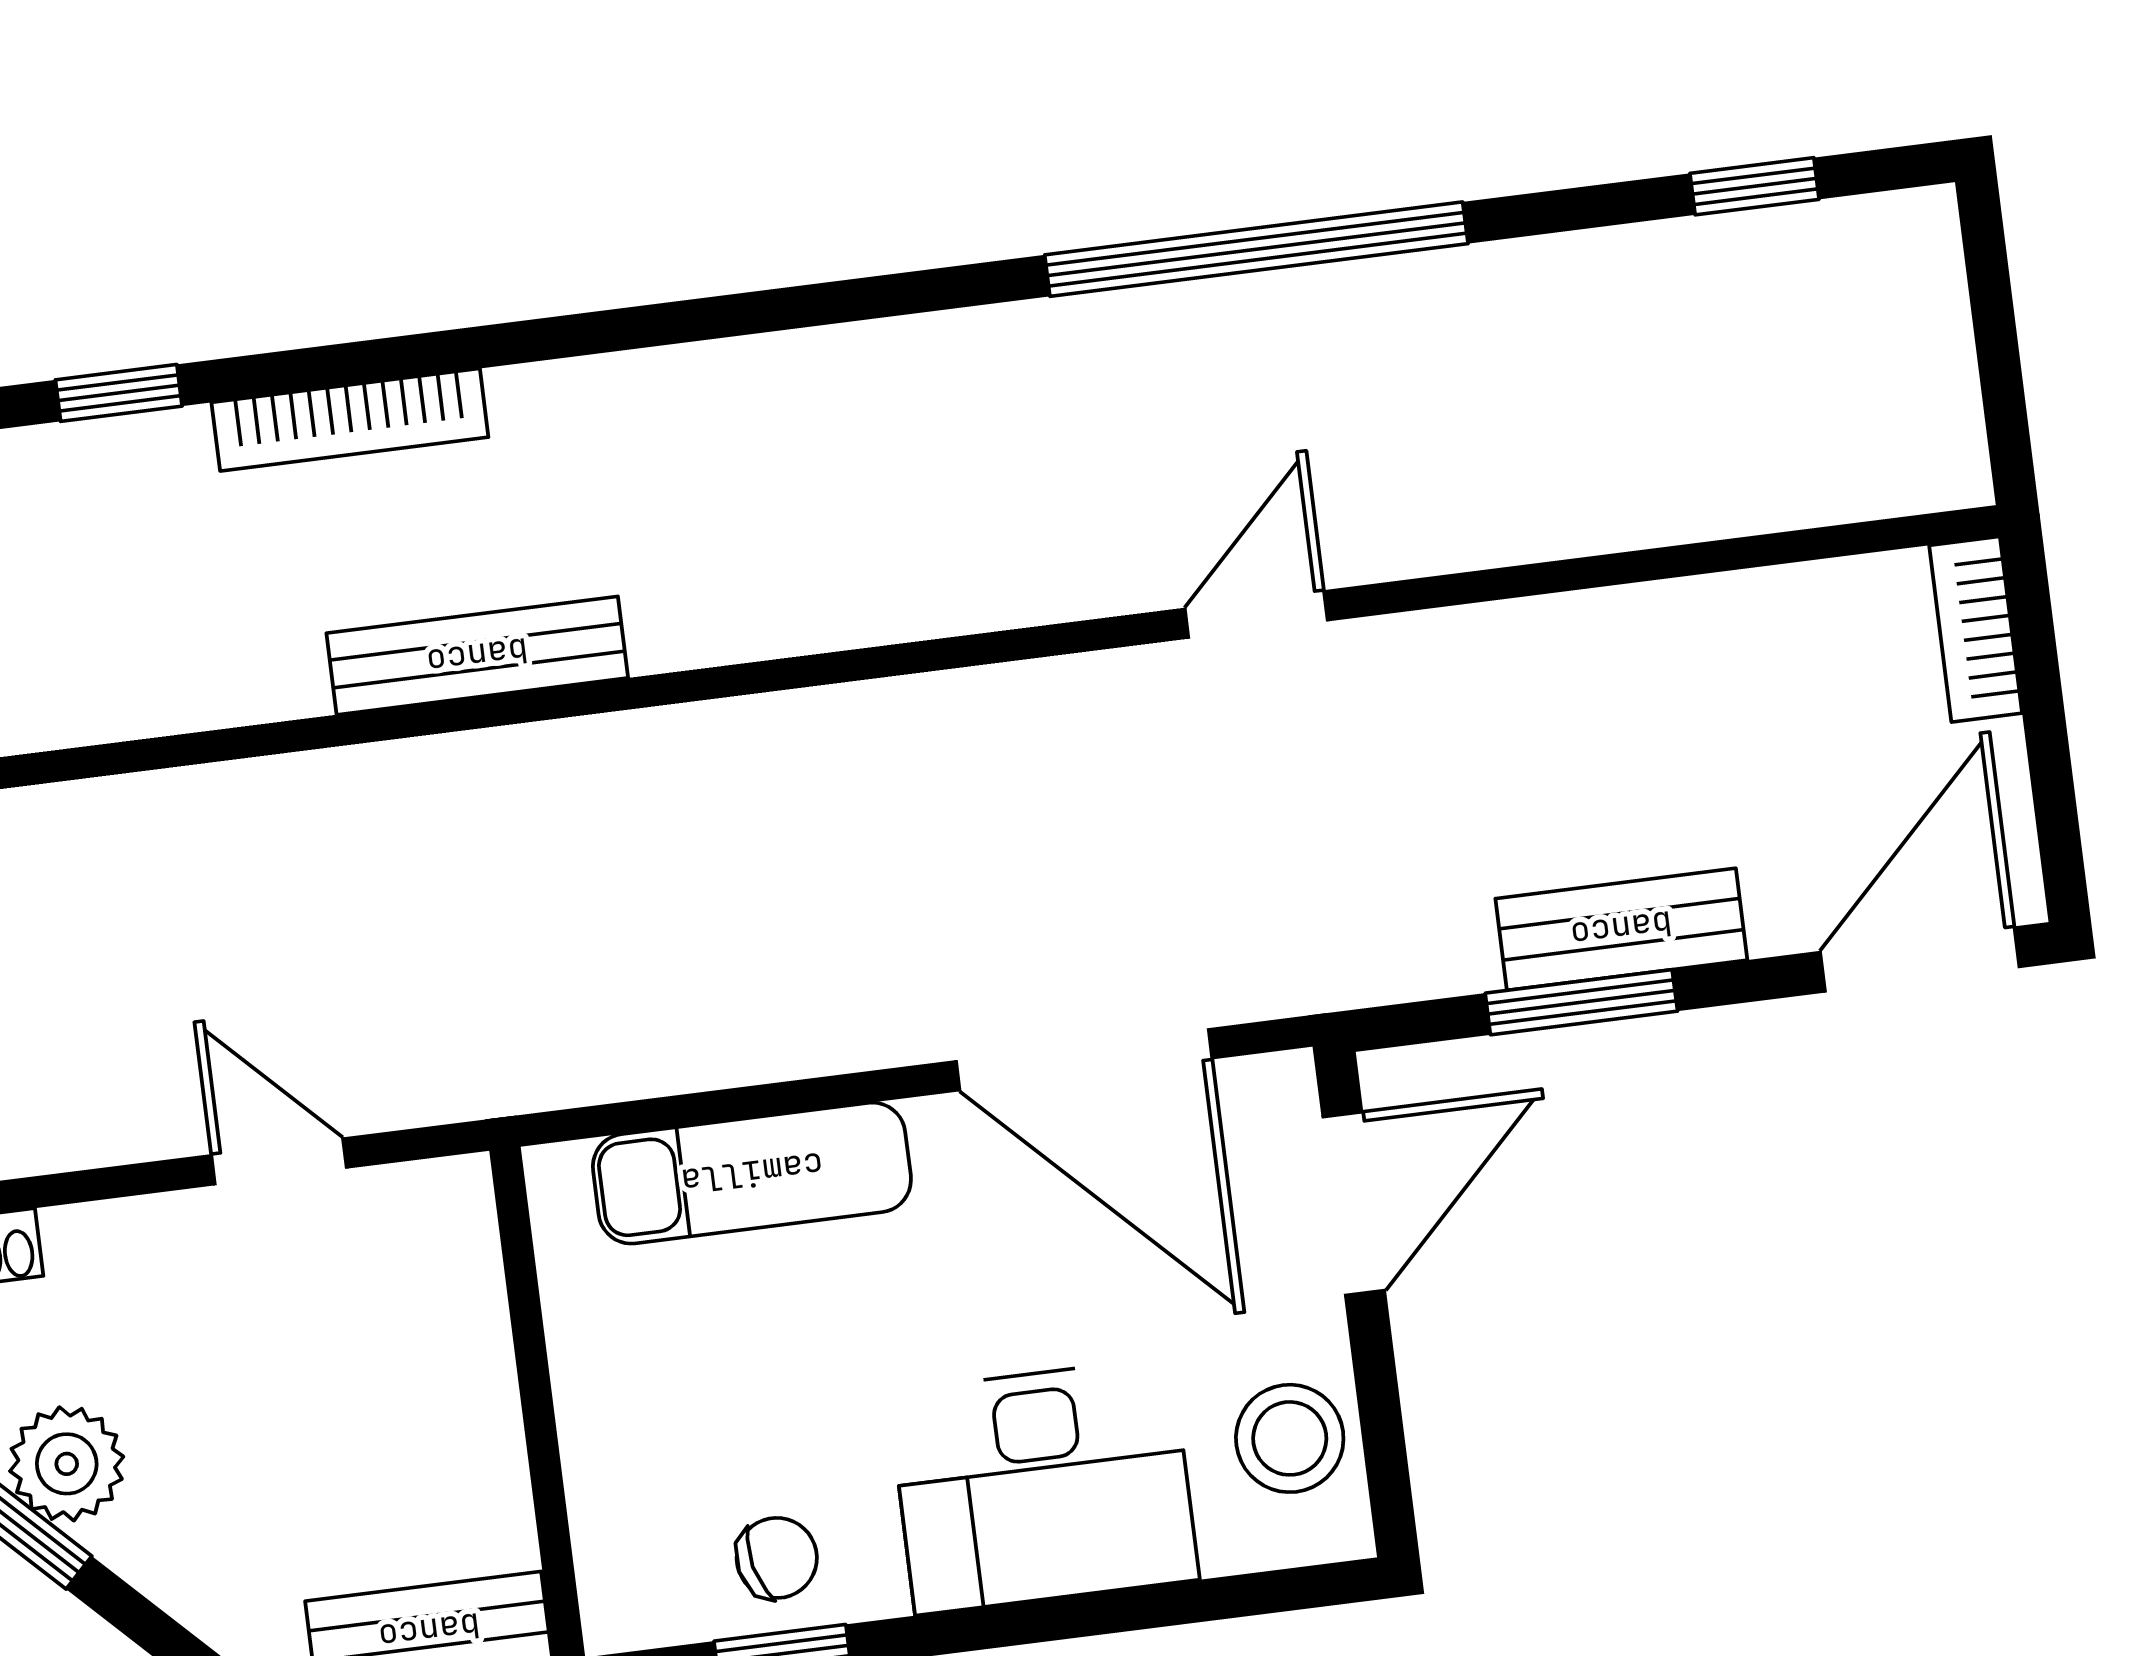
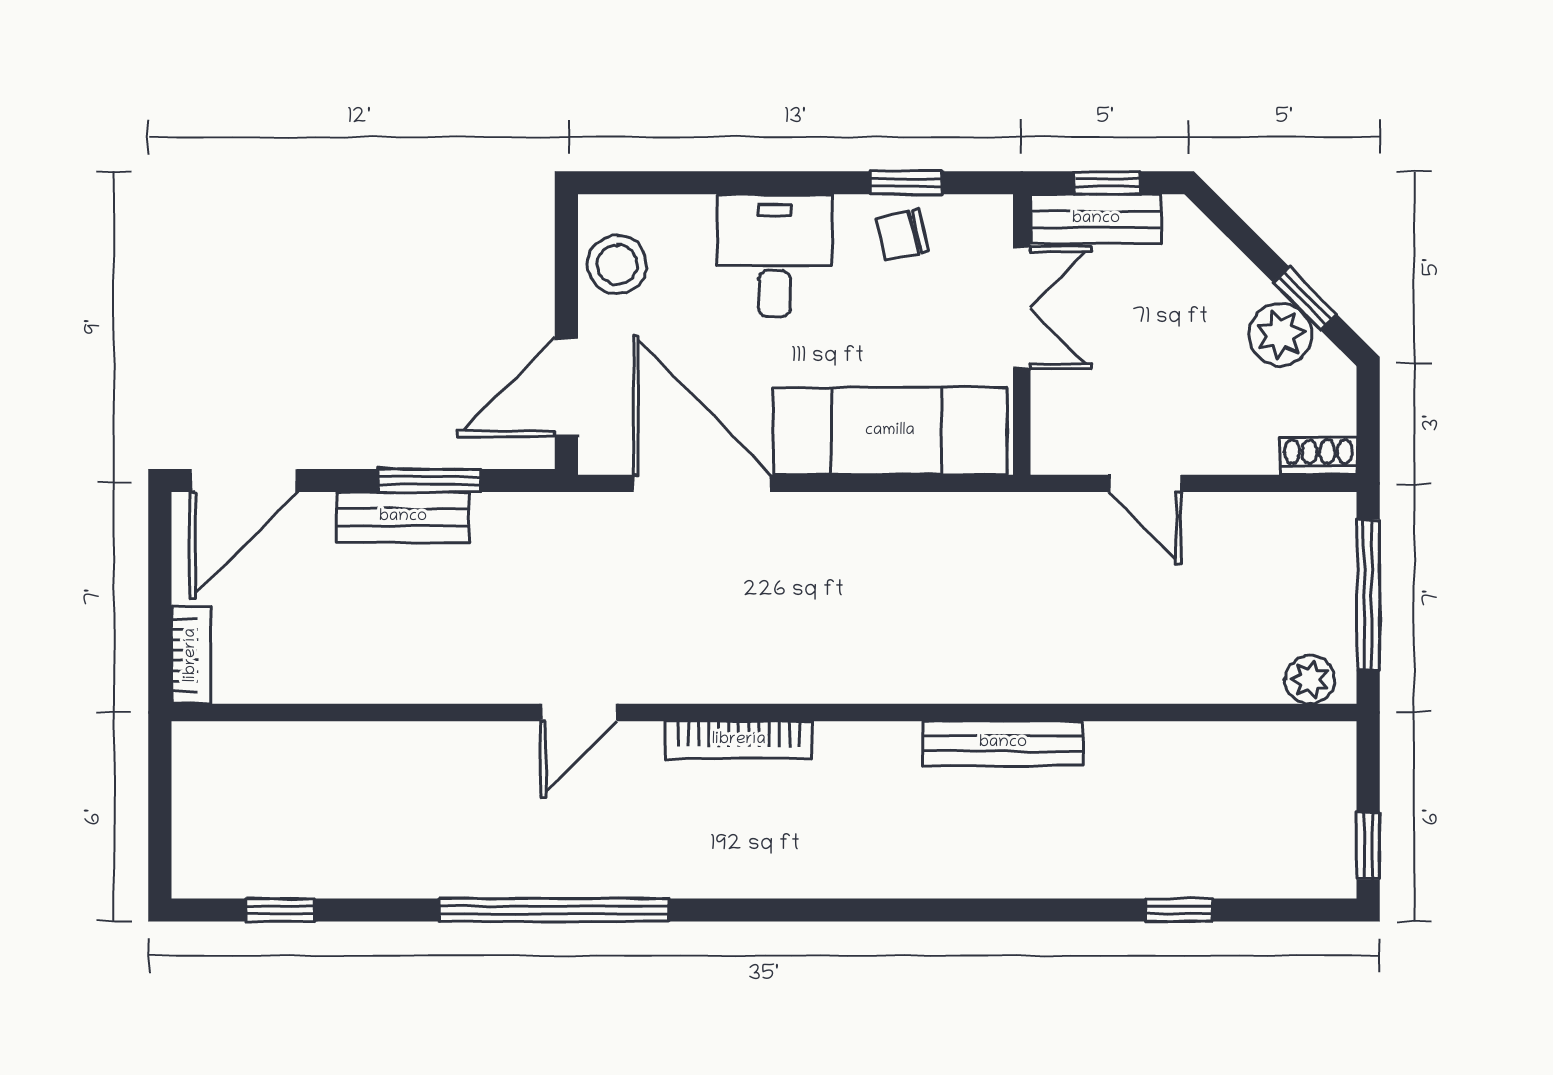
bookcase: (350, 420) -> (739, 740), moved, turned 180
exam couch: (752, 1173) -> (890, 431), width x1.36, depth x1.45
double door: (543, 1453) -> (1022, 308), added
desk: (1043, 1486) -> (775, 256), width x0.73

